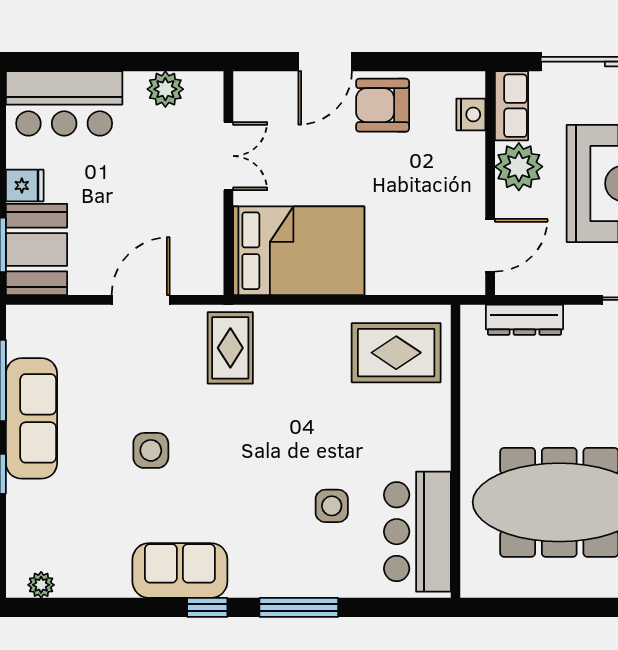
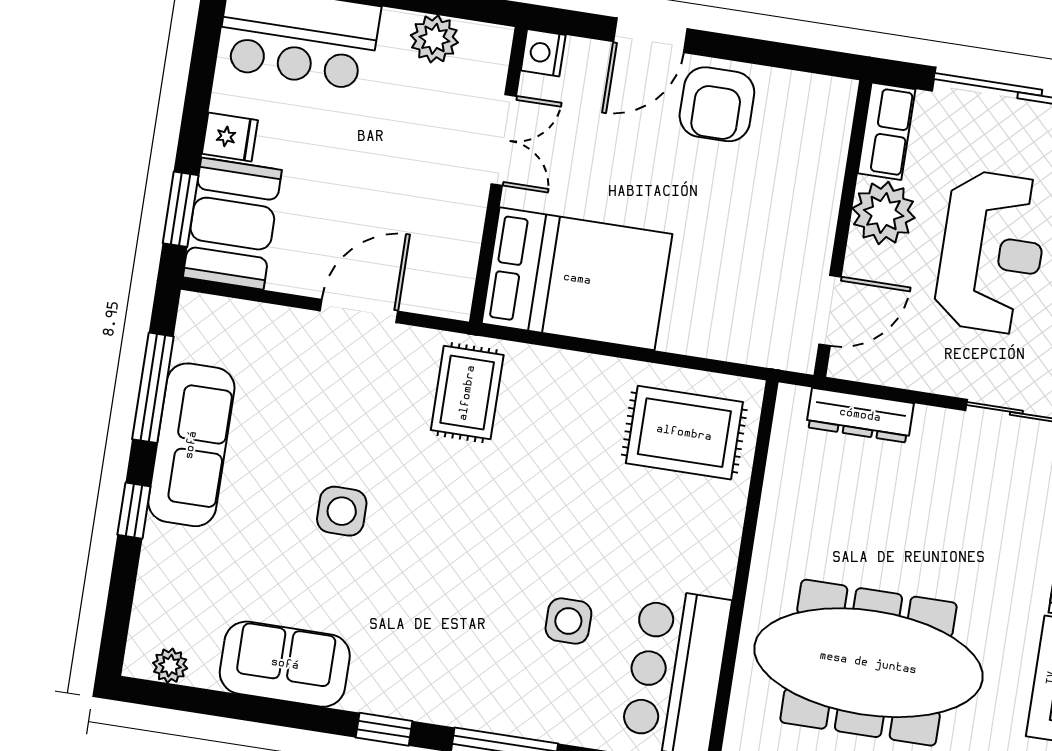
armchair: (383, 105) -> (717, 104), turned -90
nightstand: (471, 114) -> (543, 53), moved, turned 180
sofa: (180, 571) -> (285, 664), moved

